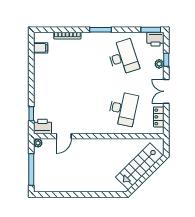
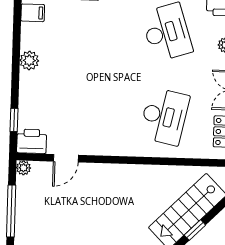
plant: (39, 77) -> (29, 60), added
window: (144, 178) -> (195, 230), added

